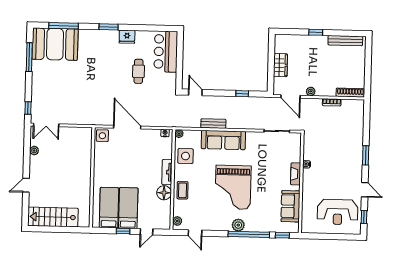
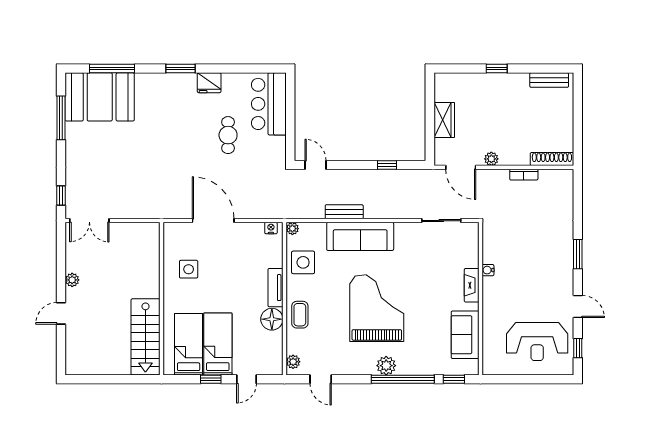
bench: (345, 41) -> (549, 80), width x0.73
side table: (102, 136) -> (189, 269), moved
plant: (34, 151) -> (72, 280), moved
grand piano: (233, 187) -> (377, 308), turned 180
stairs: (53, 217) -> (145, 337), moved, turned -90

